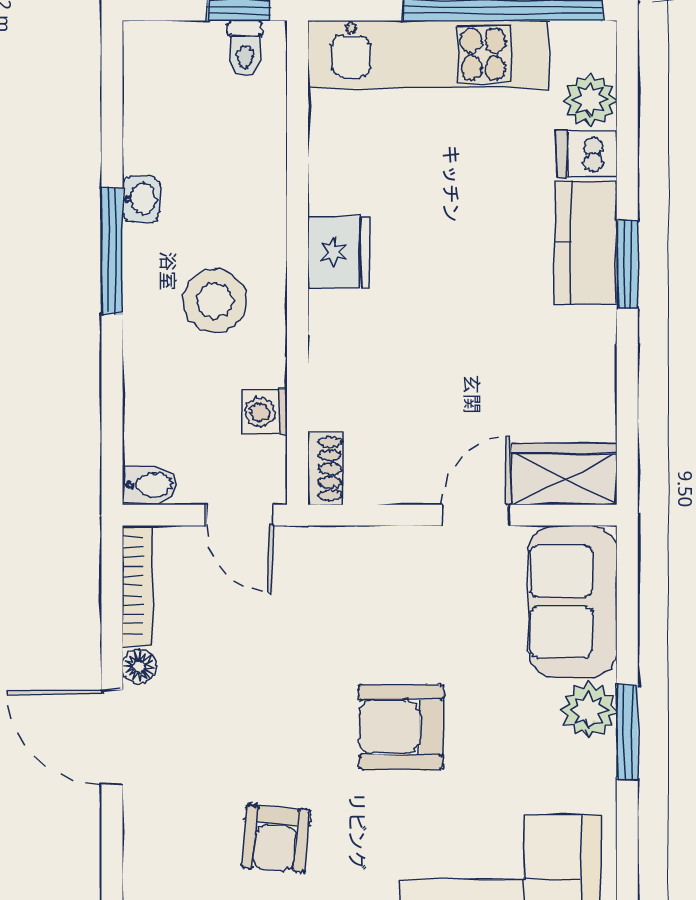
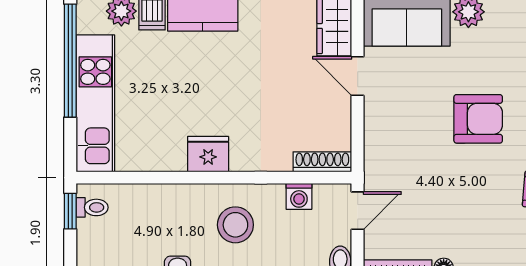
shoe rack: (325, 469) -> (322, 162), width x1.43
armchair: (401, 727) -> (478, 119), turned -90

